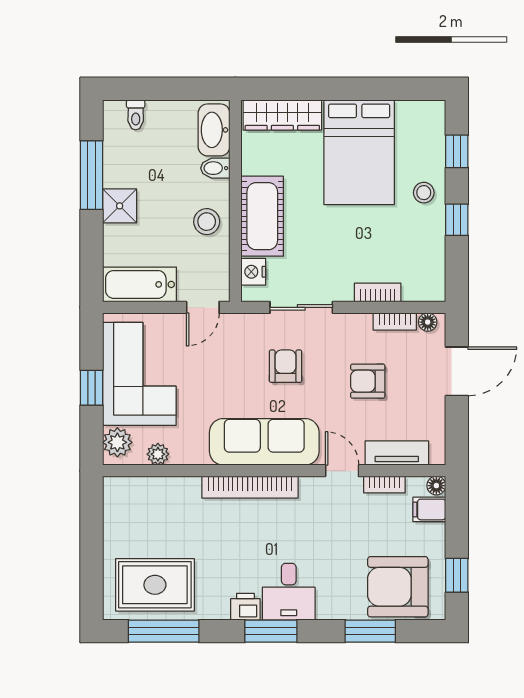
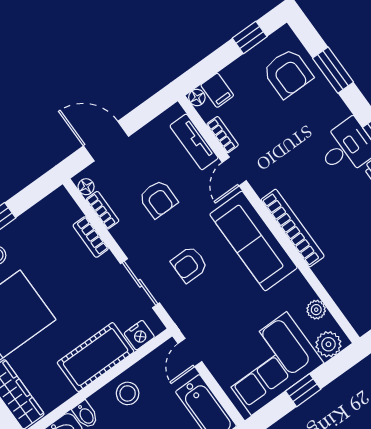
door: (203, 307) -> (190, 353), swing flipped
armchair: (398, 587) -> (288, 73), width x0.73, depth x0.73

